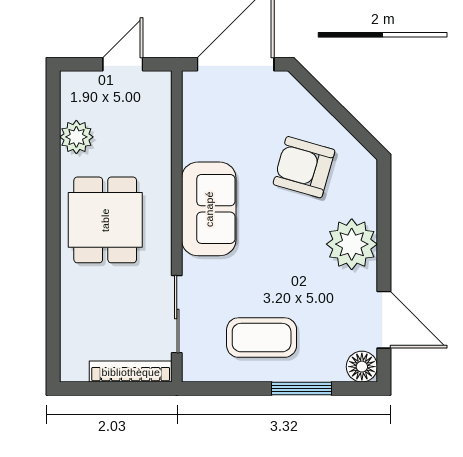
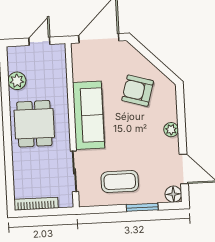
sofa: (209, 209) -> (89, 115), width x1.36
plant: (352, 244) -> (171, 130), width x0.53, depth x0.53
bookcase: (131, 372) -> (36, 204), moved

